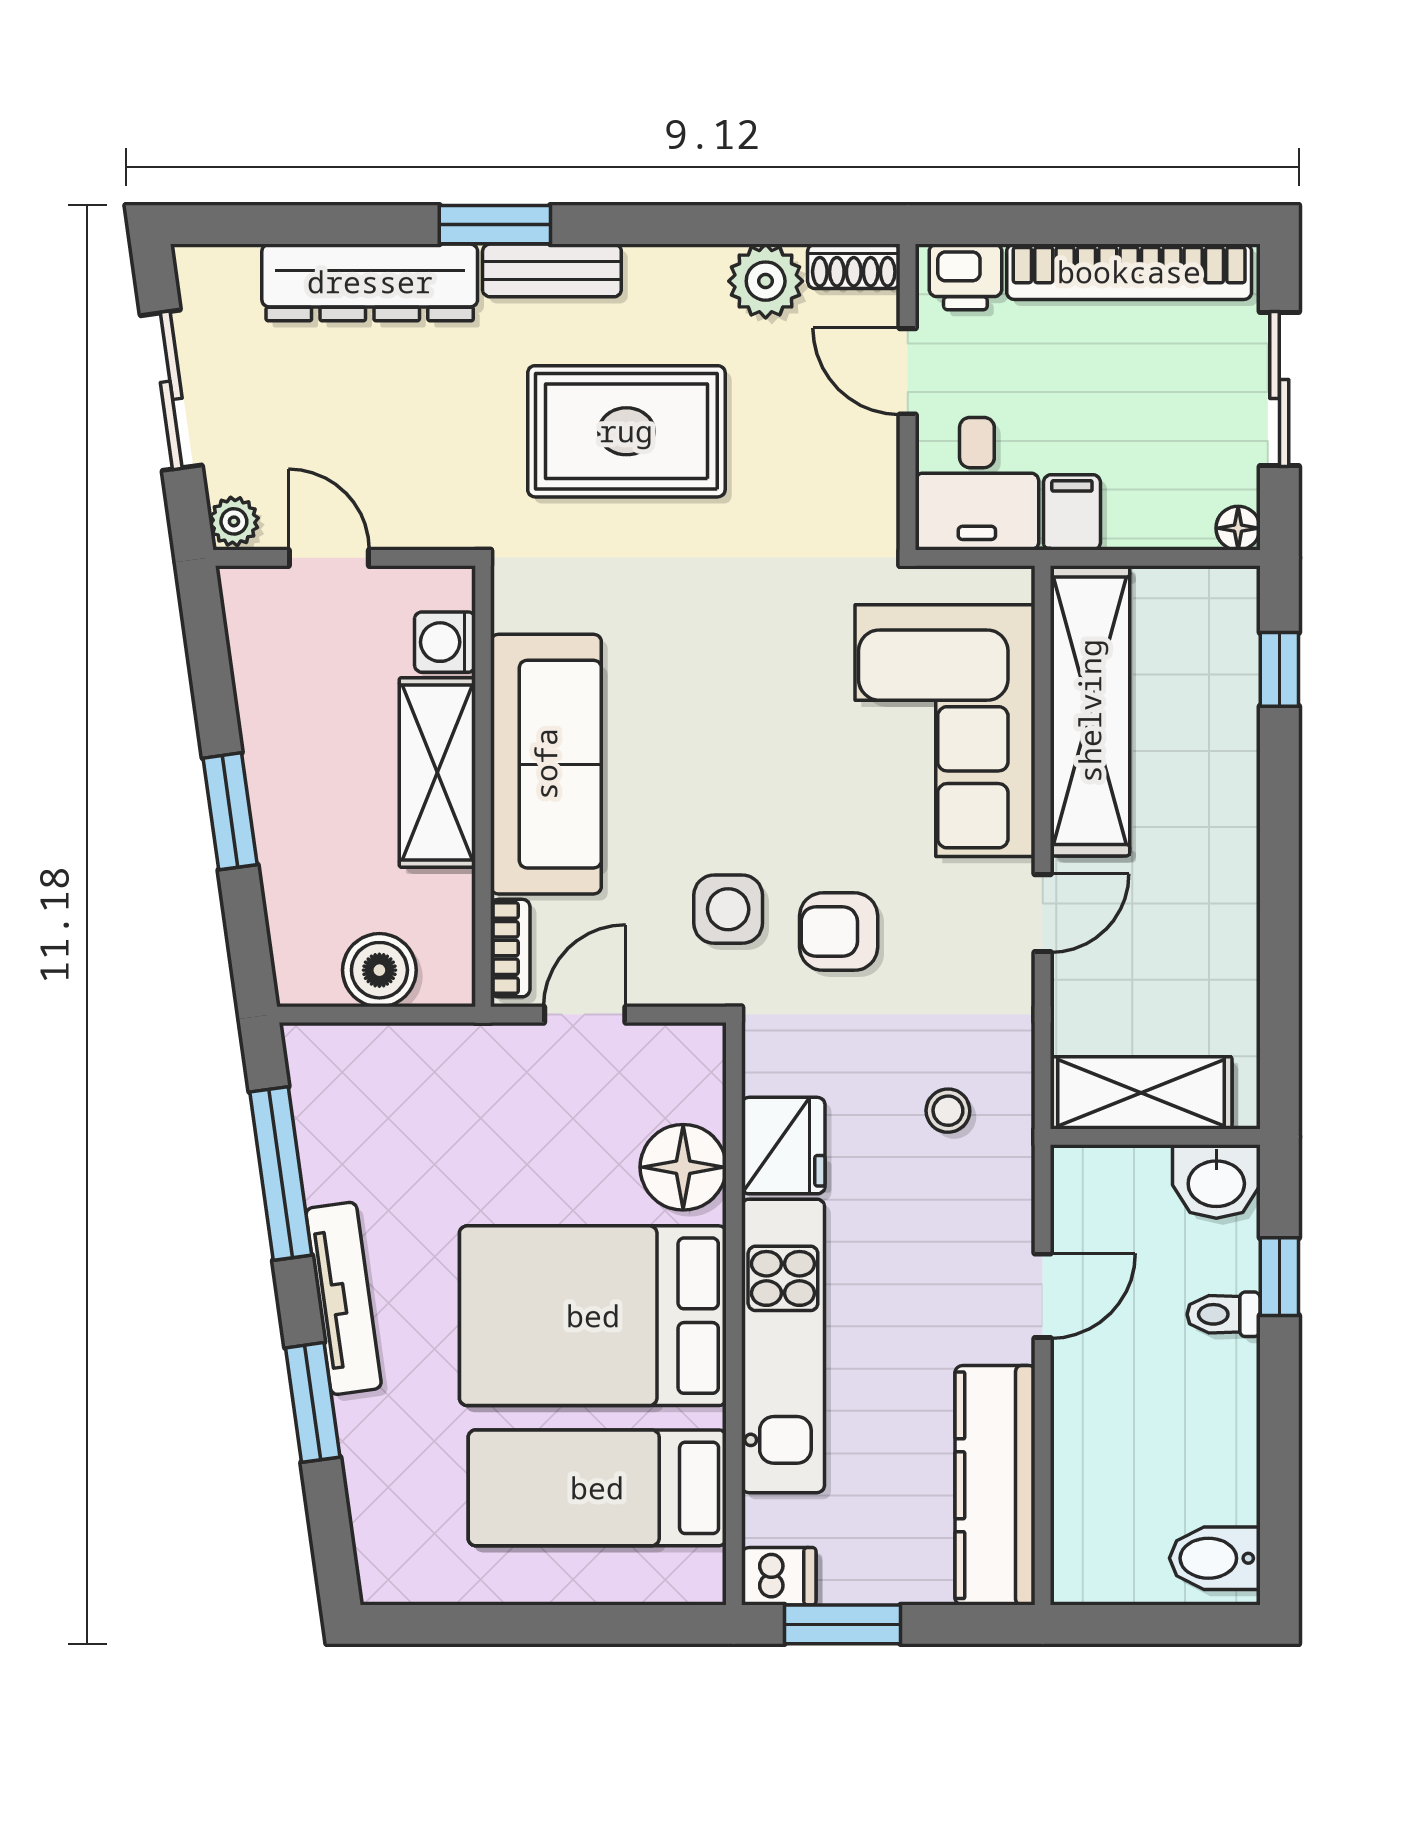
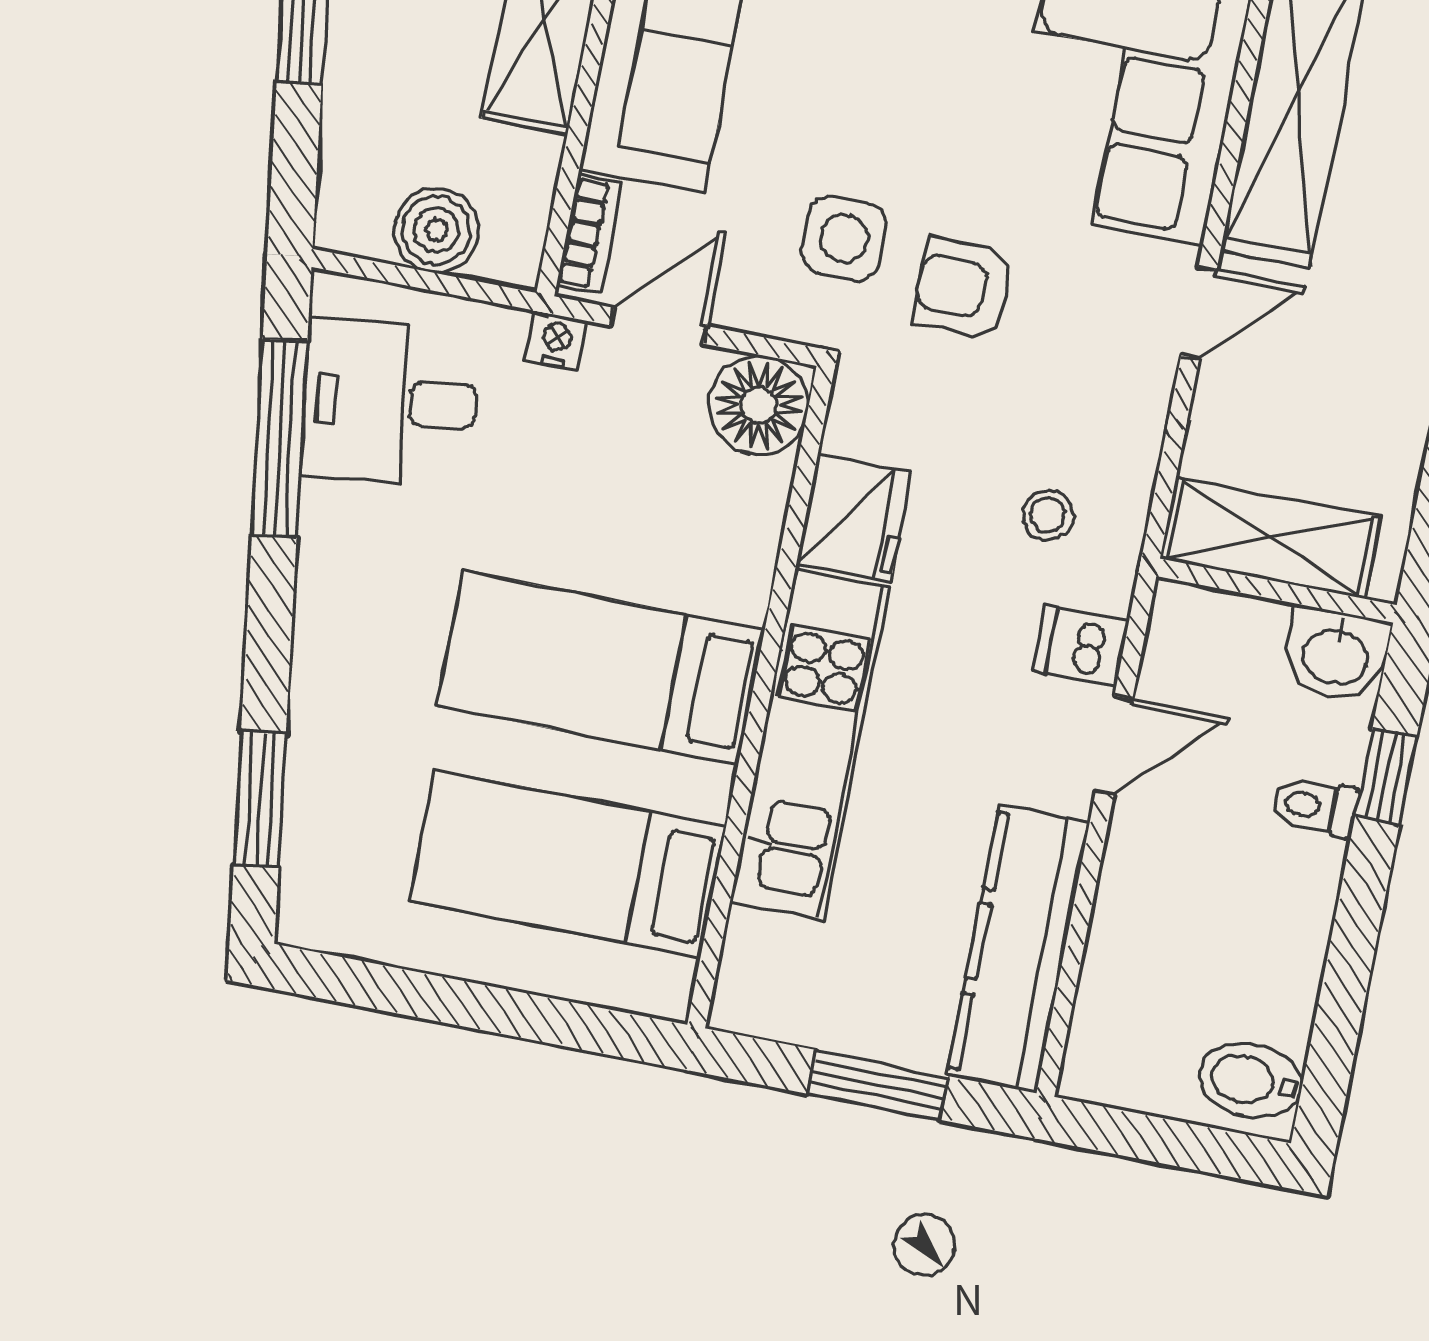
nightstand: (500, 1044) -> (556, 341), added
desk: (369, 1125) -> (390, 402), added
floor lamp: (683, 1167) -> (759, 405), moved
tv unit: (344, 1298) -> (323, 593), removed
bed: (593, 1316) -> (601, 668), width x0.67
window: (313, 1402) -> (260, 799), moved
dishwasher: (779, 1576) -> (1081, 646), moved, turned 180
window: (842, 1624) -> (878, 1085), moved

